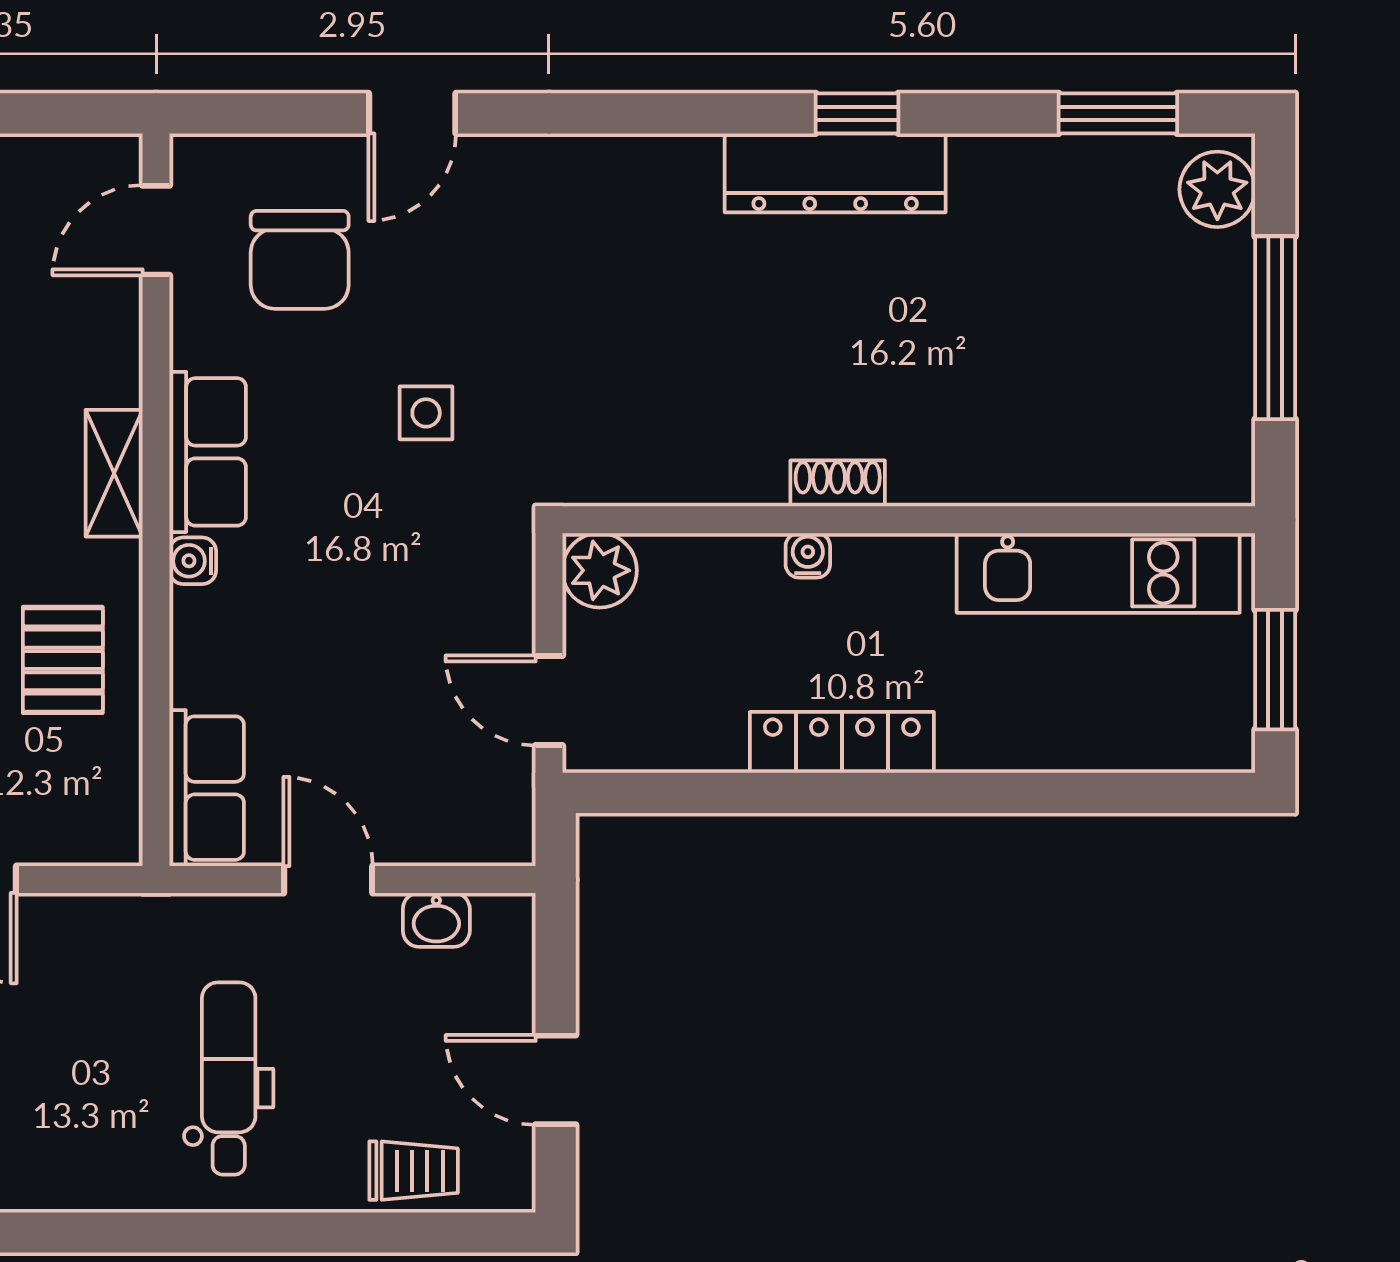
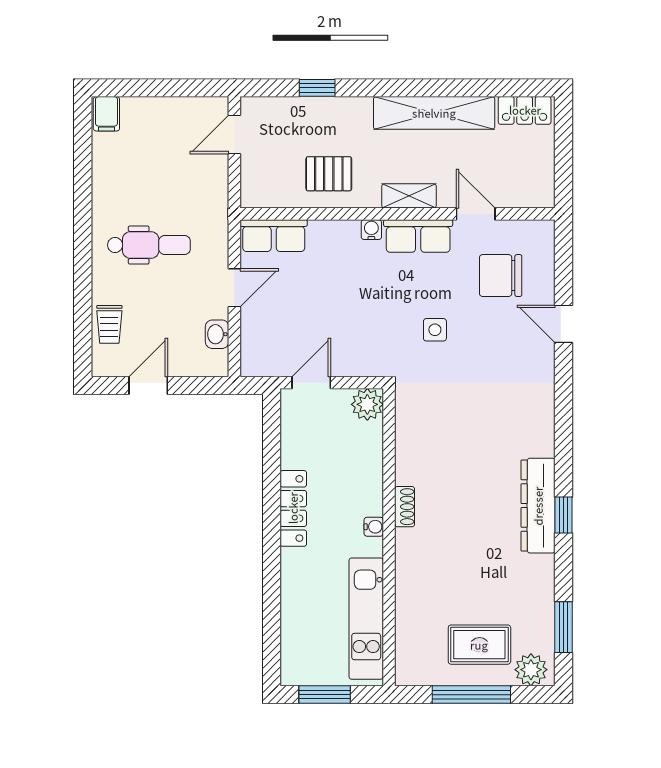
door: (156, 230) -> (476, 214), moved
rug: (1159, 309) -> (479, 645), added
water cooler: (808, 555) -> (374, 527), moved

